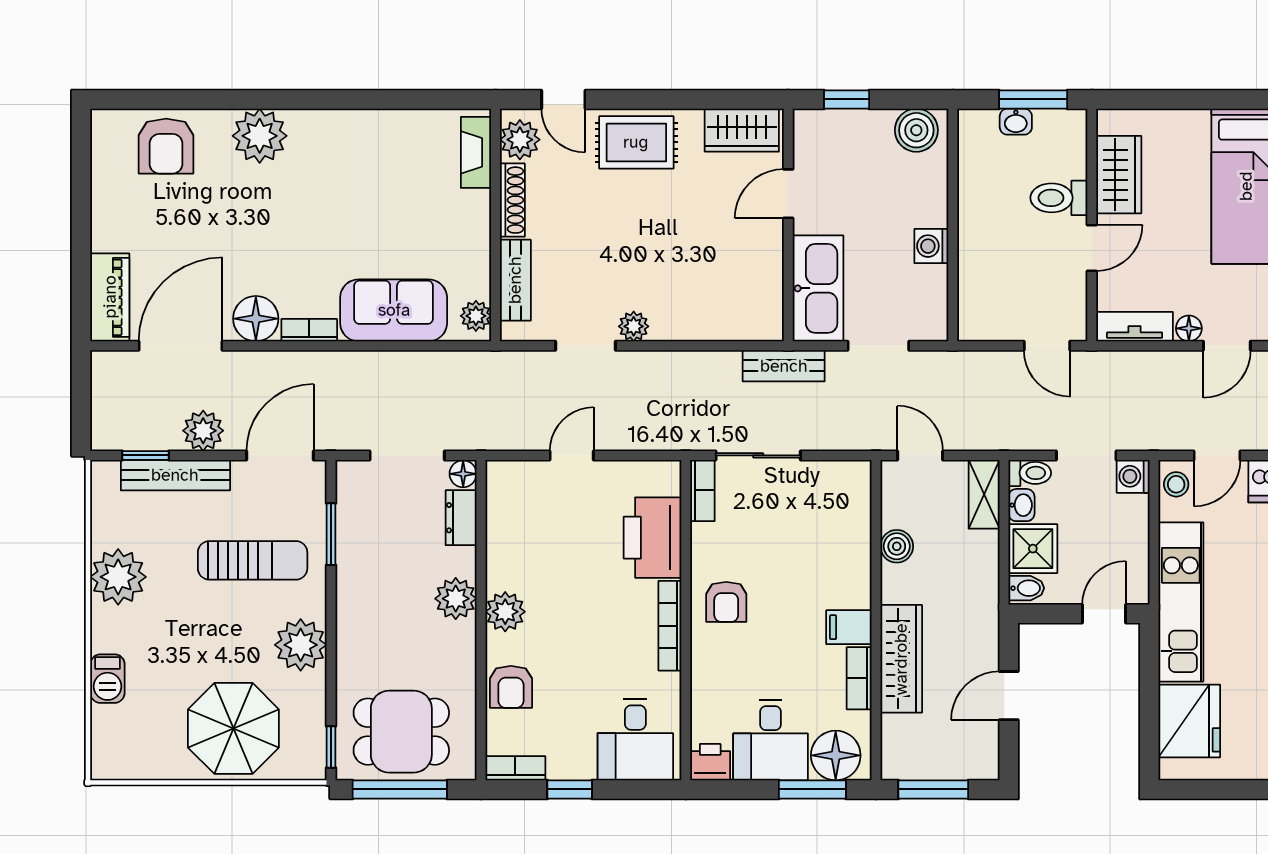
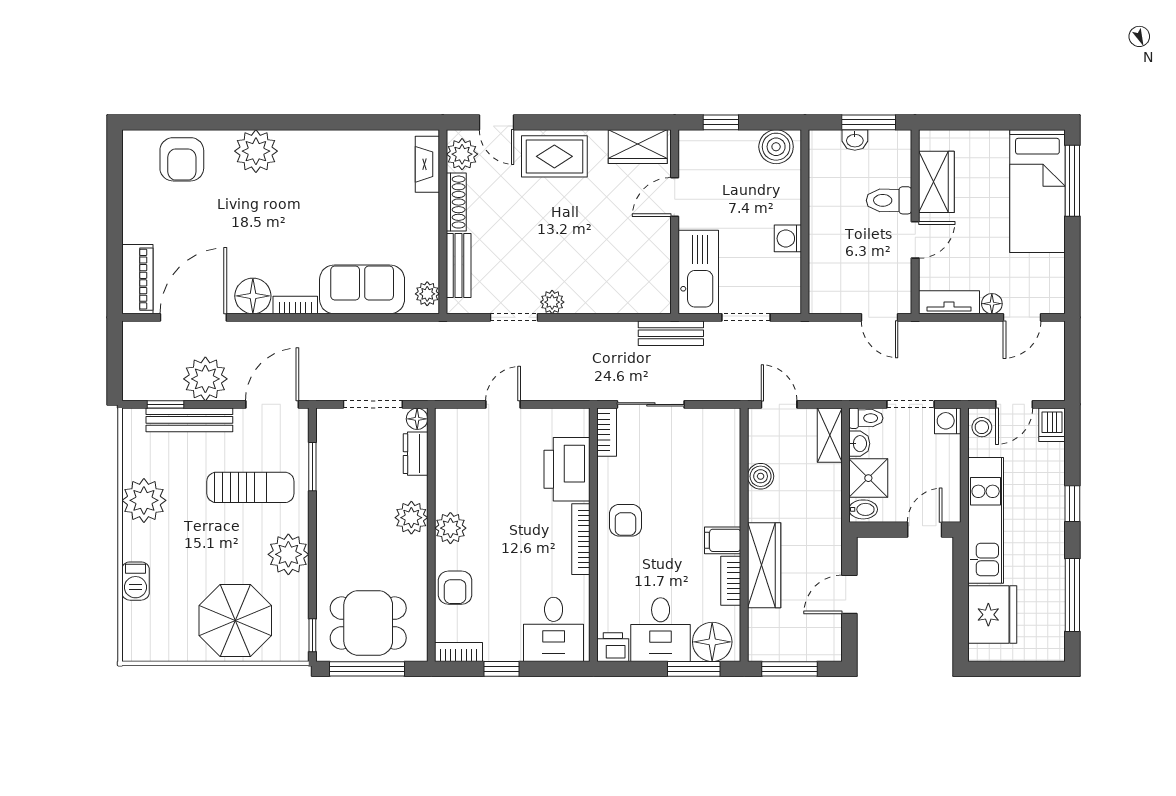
plant: (203, 431) -> (205, 379), width x1.36, depth x1.36

